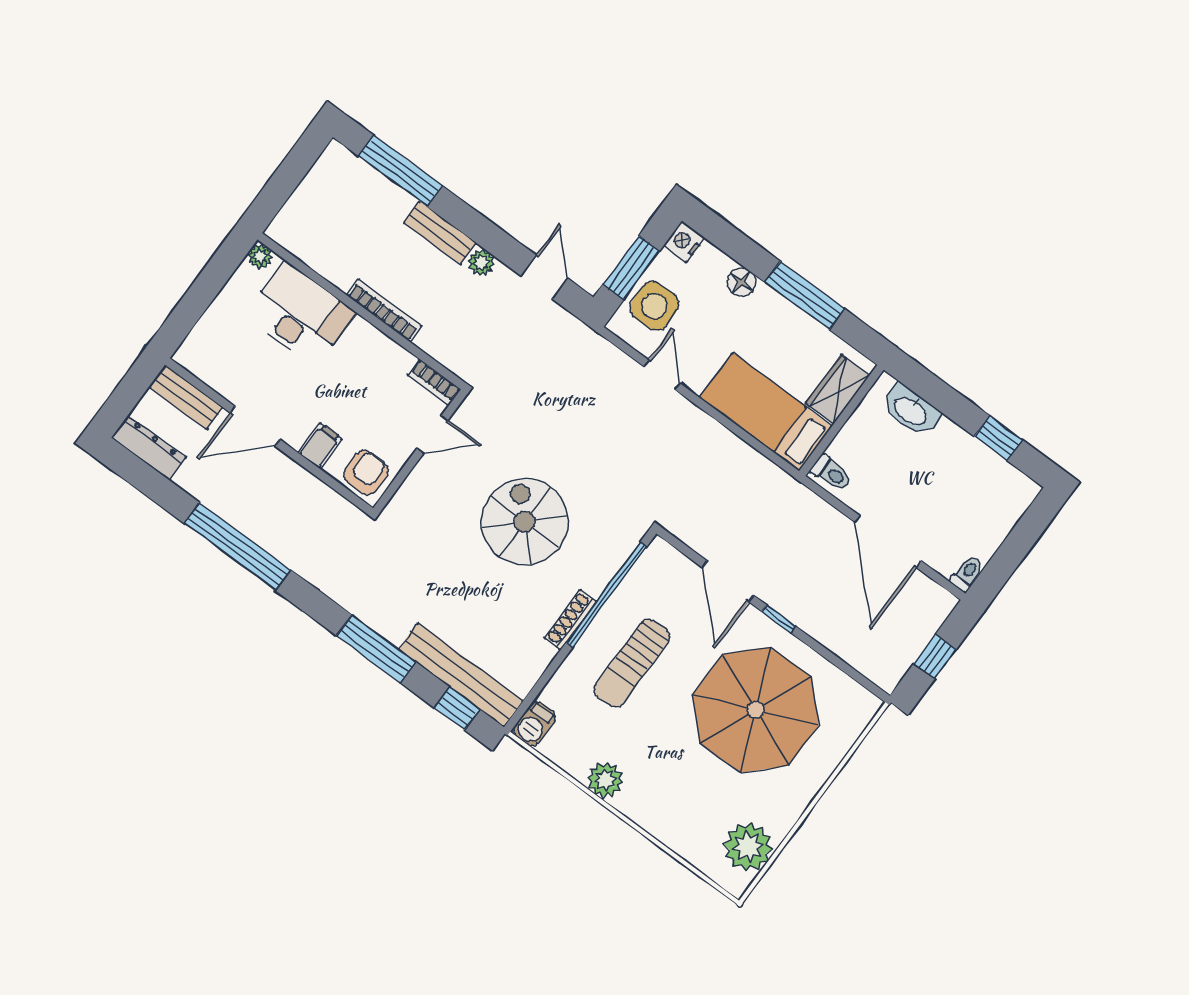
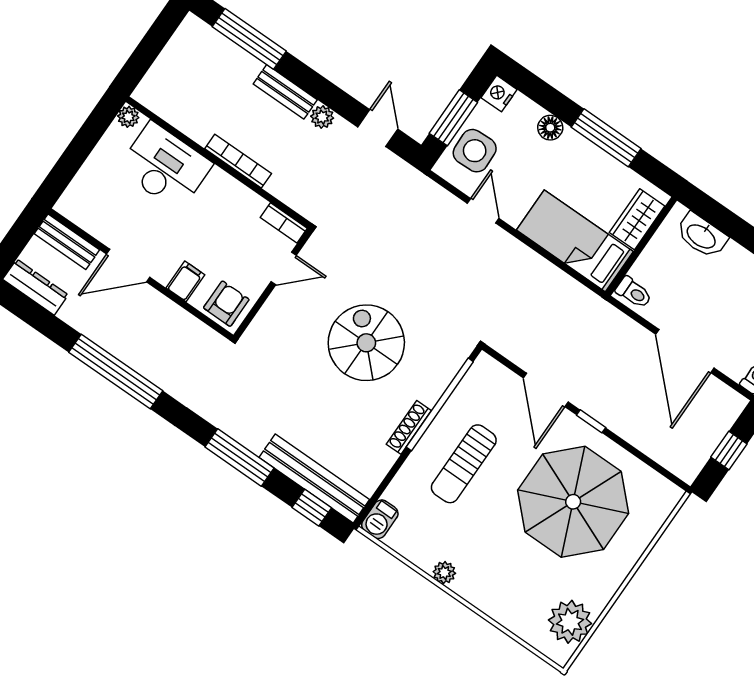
plant: (605, 780) -> (444, 573), width x0.73, depth x0.73

